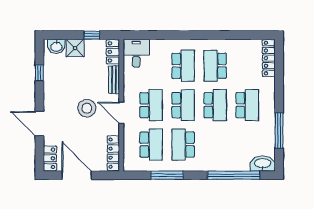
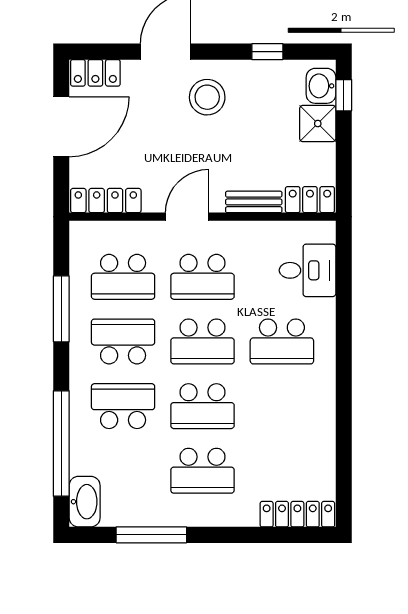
window: (92, 35) -> (344, 95), moved
desk: (136, 53) -> (308, 270), moved
school desk: (215, 66) -> (123, 406), moved
stool: (87, 108) -> (207, 97), moved

